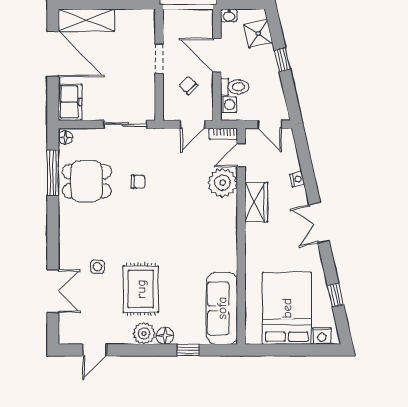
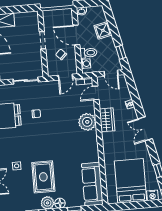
shower: (258, 33) -> (103, 30), moved
window: (282, 60) -> (121, 52), moved
plant: (223, 183) -> (87, 122), moved

